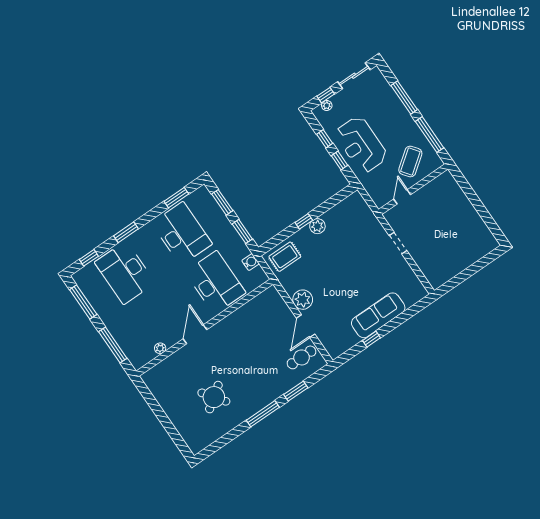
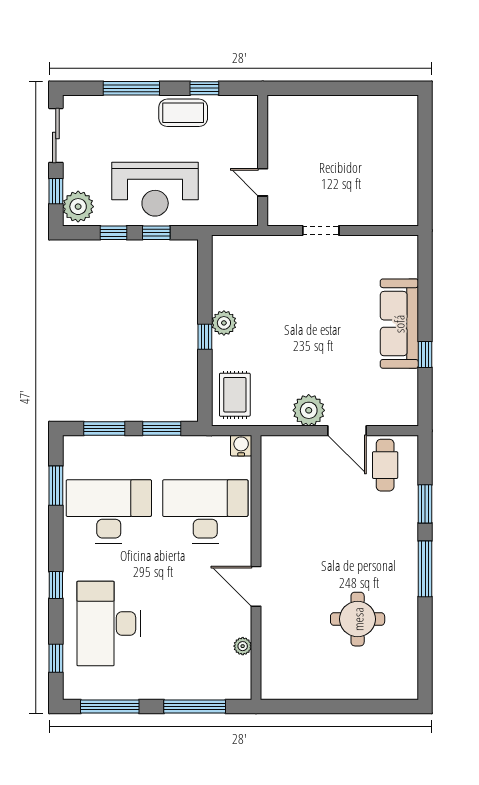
plant: (327, 106) -> (78, 207), width x1.87, depth x1.87
window: (430, 135) -> (204, 88), width x0.46
coffee table: (410, 161) -> (183, 113), moved, turned -53
window: (126, 232) -> (56, 585), width x0.67
water cooler: (251, 262) -> (241, 446), moved
desk: (125, 273) -> (109, 623), turned 90
round table: (214, 397) -> (358, 619), turned 36

